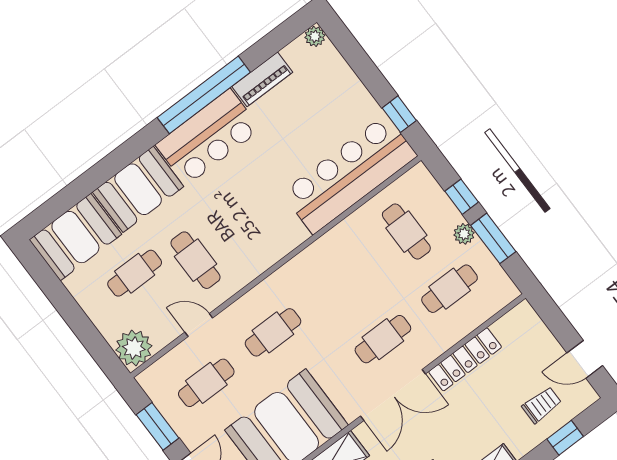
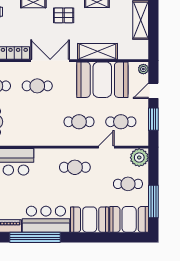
cafe table: (195, 260) -> (75, 167), moved, turned 90
cafe table: (135, 273) -> (128, 184), moved
window: (58, 295) -> (153, 201), added
door: (199, 325) -> (106, 147), swing flipped

